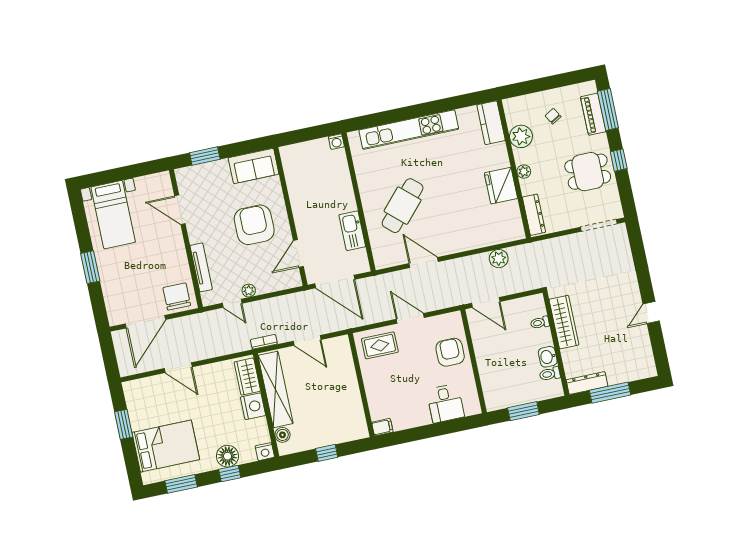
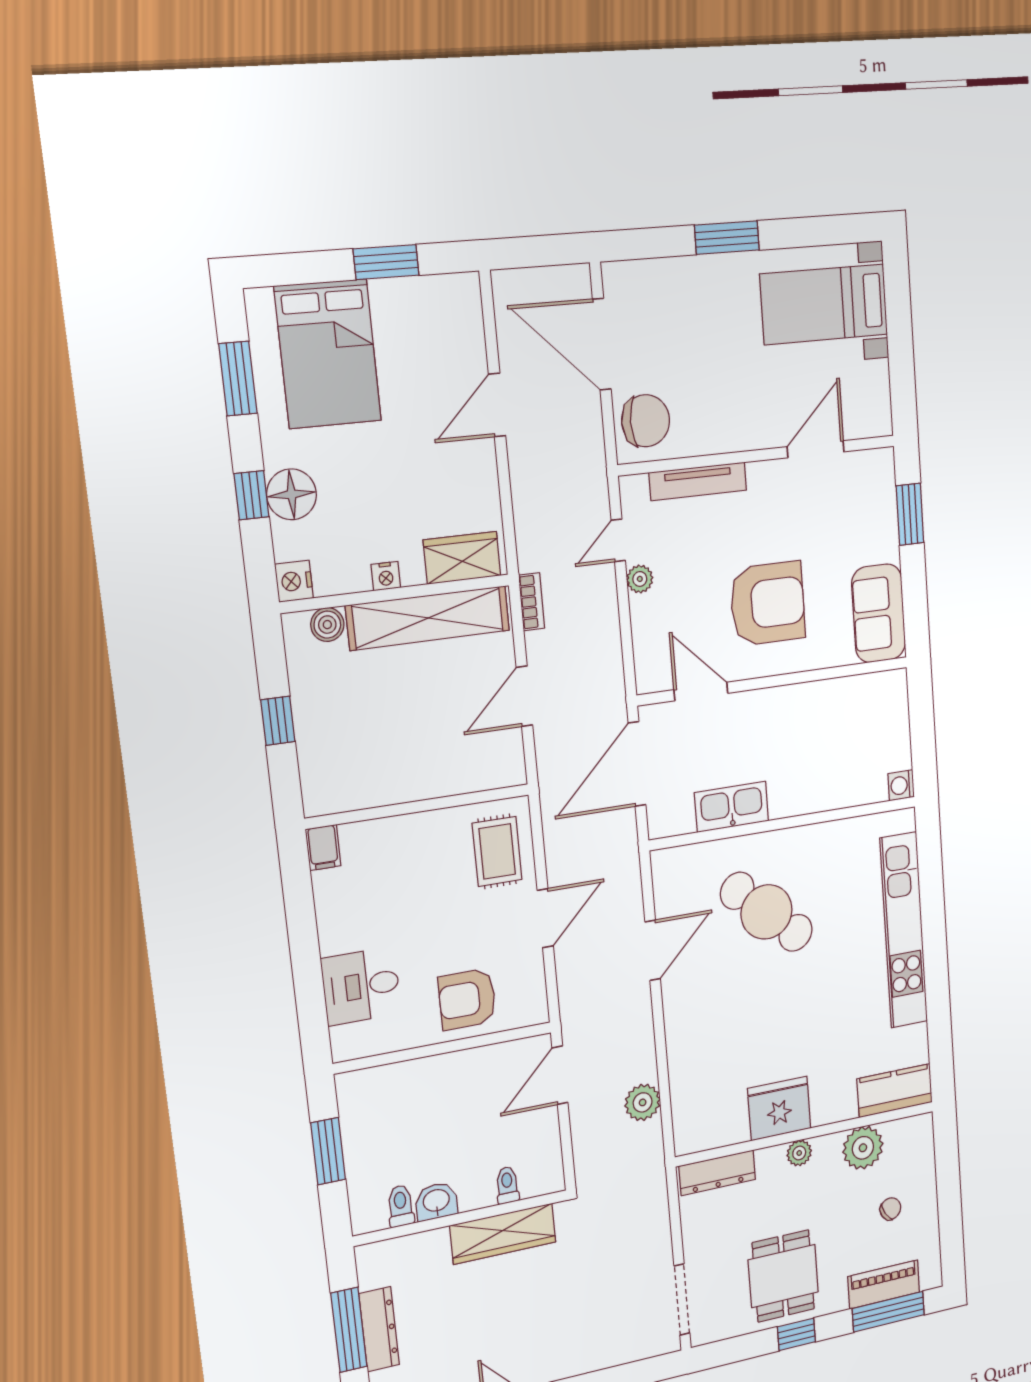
armchair: (450, 352) -> (467, 999), turned 180
dresser: (587, 383) -> (379, 1329), moved
nightstand: (253, 406) -> (386, 576), width x0.53, depth x0.56

